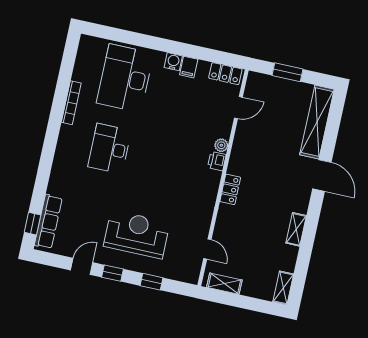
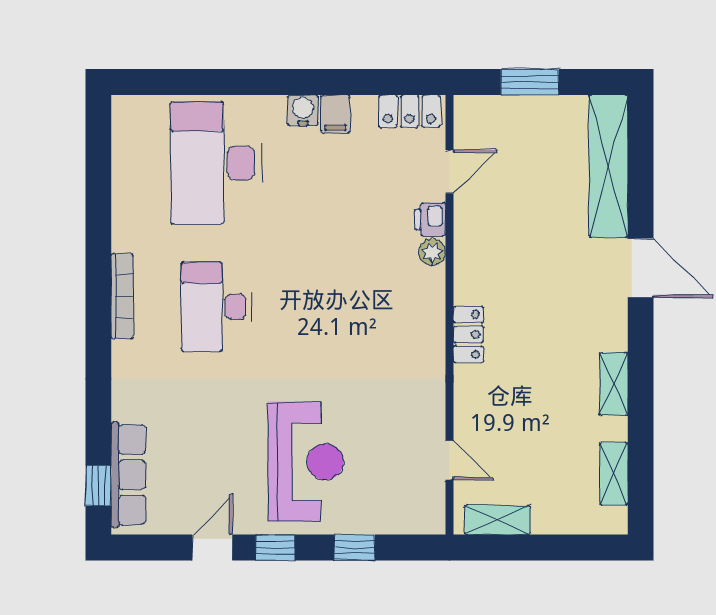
bookcase: (71, 103) -> (122, 296), moved
printer: (217, 161) -> (430, 219), moved
reception desk: (137, 234) -> (306, 462), turned 90
shelving: (283, 288) -> (614, 474), moved

